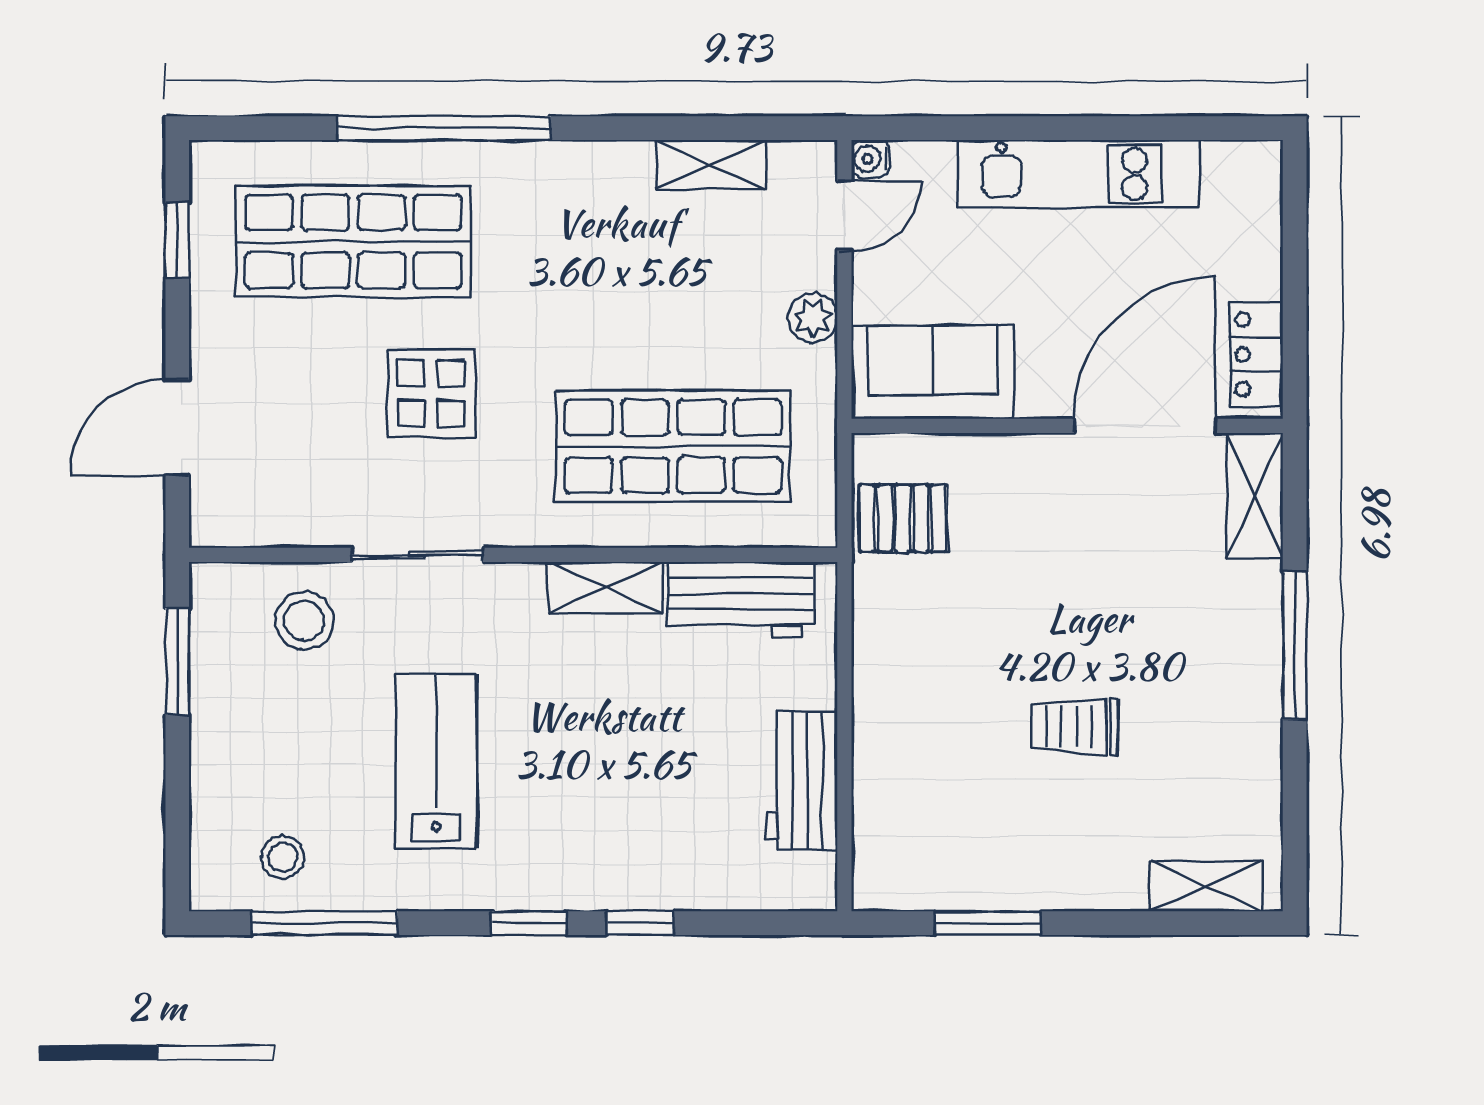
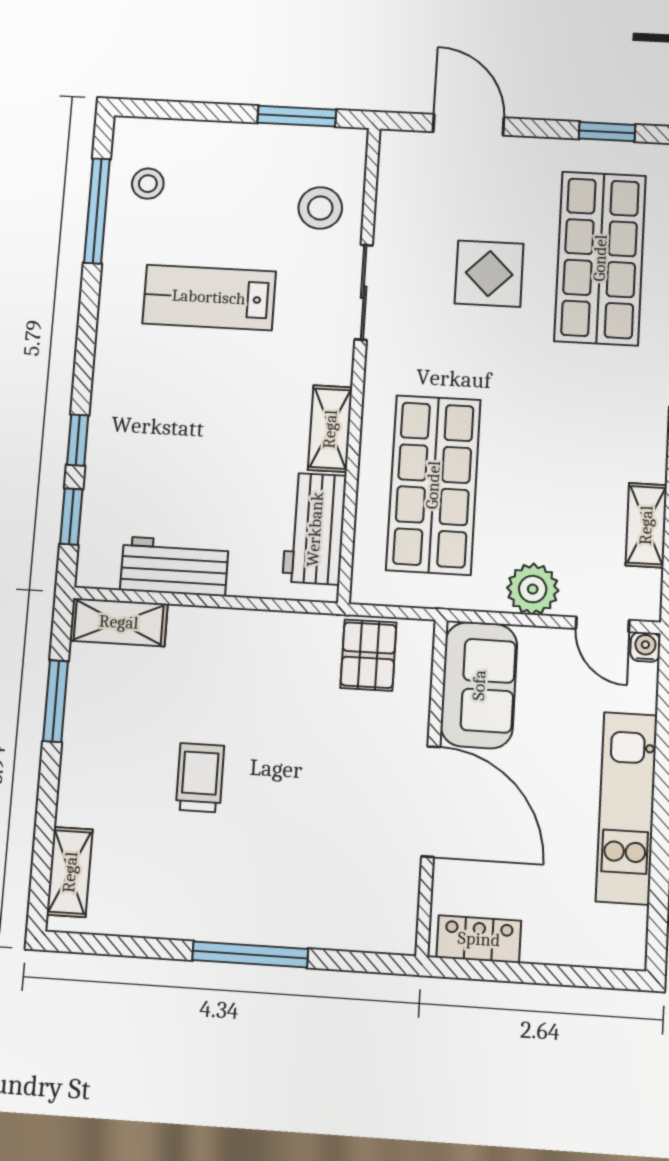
plant: (813, 318) -> (533, 589), width x1.38, depth x1.38
display table: (431, 393) -> (489, 274), moved
door: (1145, 426) -> (431, 802), moved
shelving: (1255, 496) -> (119, 622), moved
lab bench: (436, 762) -> (209, 297), turned 180
window: (529, 923) -> (71, 517), moved

